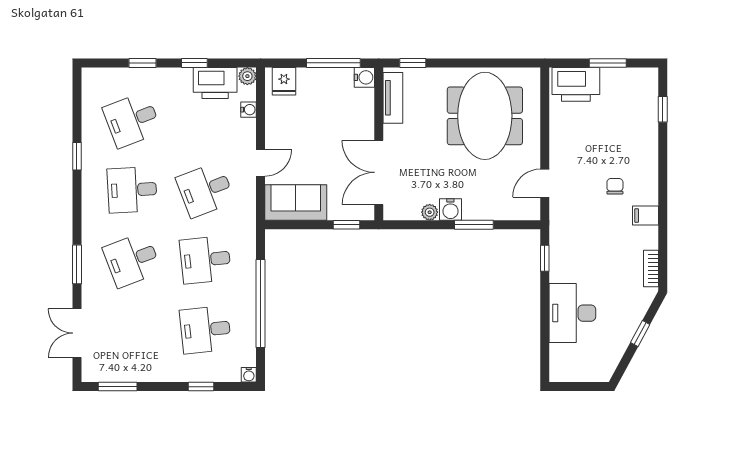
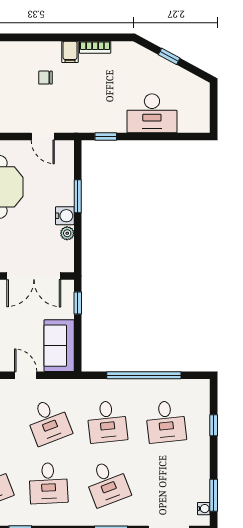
bookcase: (651, 268) -> (95, 47), moved
water cooler: (249, 375) -> (204, 509), moved

